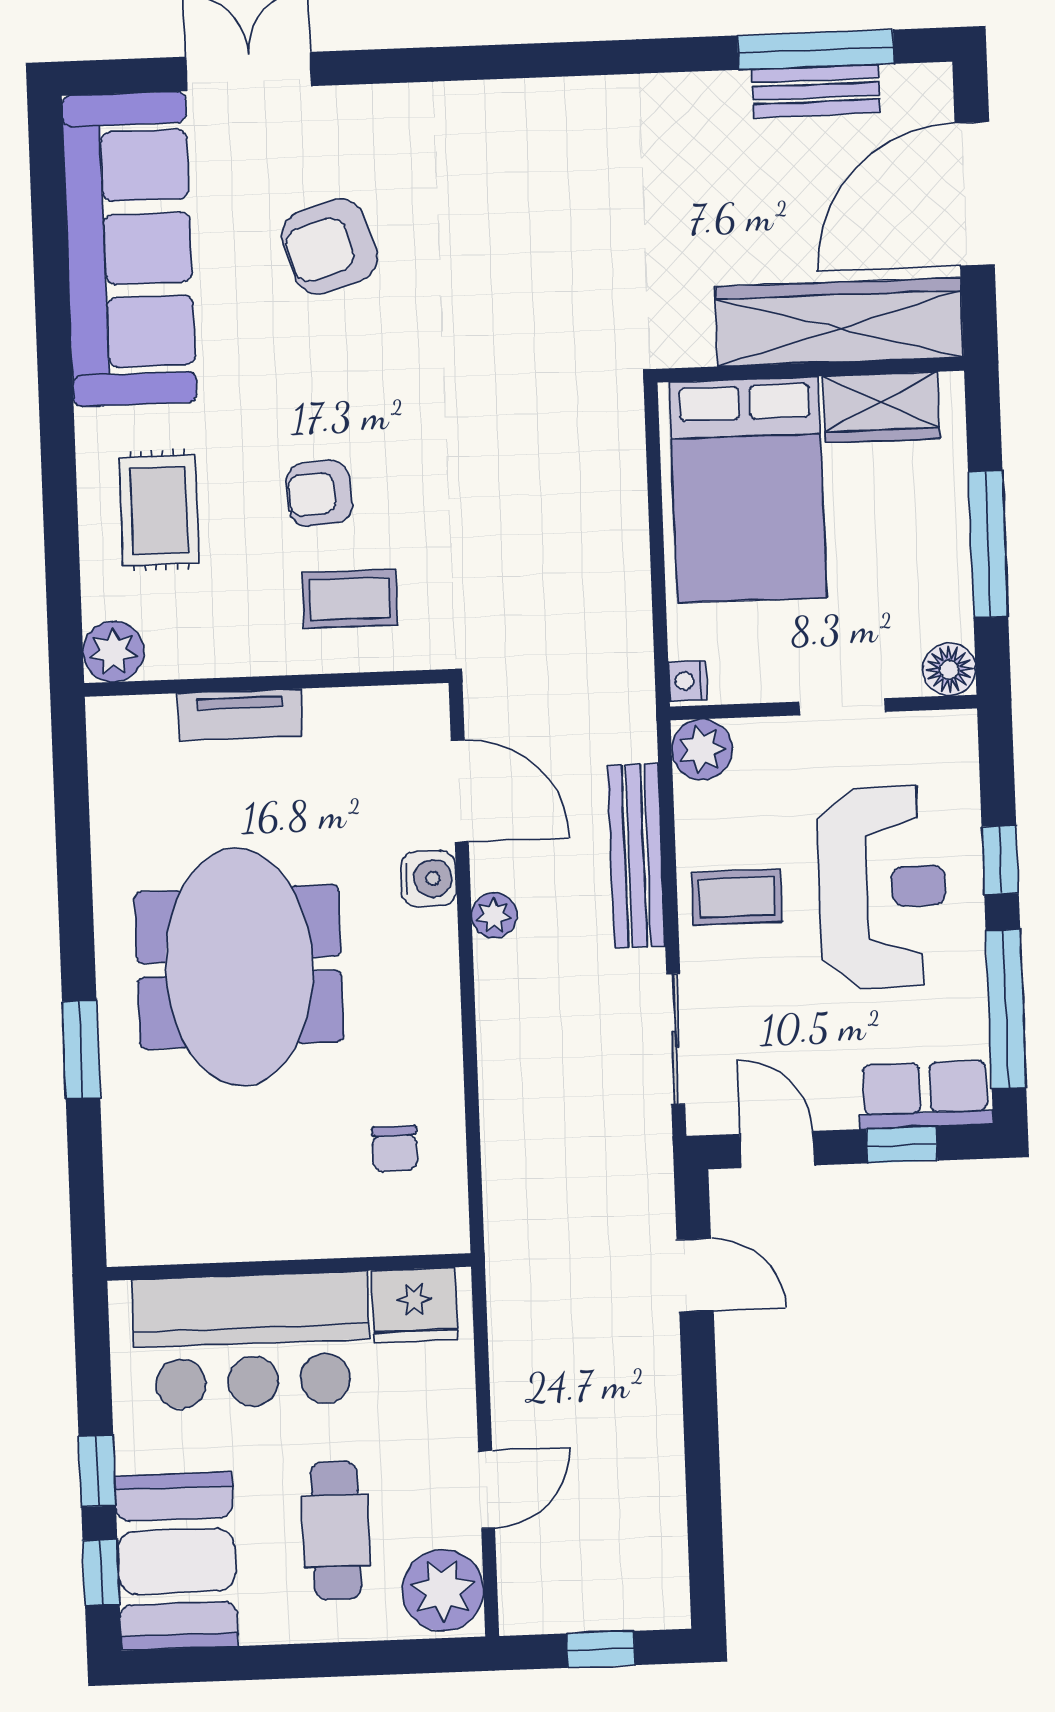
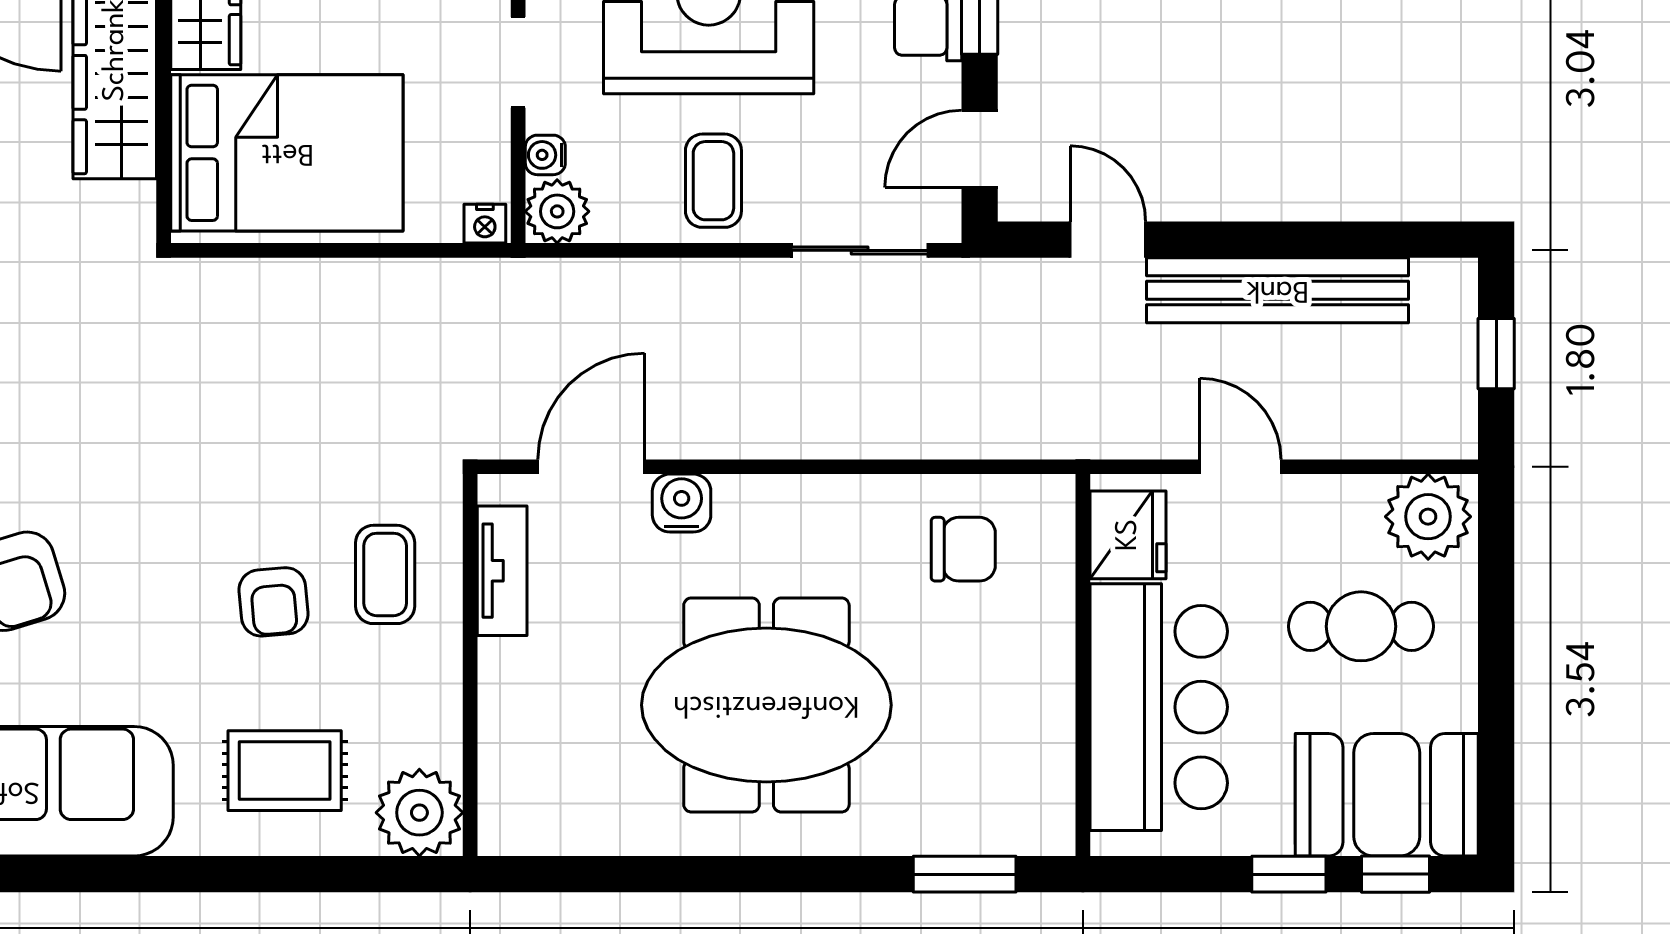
plant: (113, 652) -> (419, 813), width x1.36, depth x1.36
tv unit: (240, 715) -> (502, 571), moved
water cooler: (755, 736) -> (545, 155), added
bench: (636, 856) -> (1277, 290), moved, width x1.37, depth x1.21
plant: (494, 915) -> (723, 436), removed
window: (81, 1050) -> (965, 874), moved
chair: (395, 1149) -> (963, 549), width x1.37, depth x1.37
door: (695, 1275) -> (1108, 240), hinge flipped
door: (487, 1489) -> (1240, 467), moved

